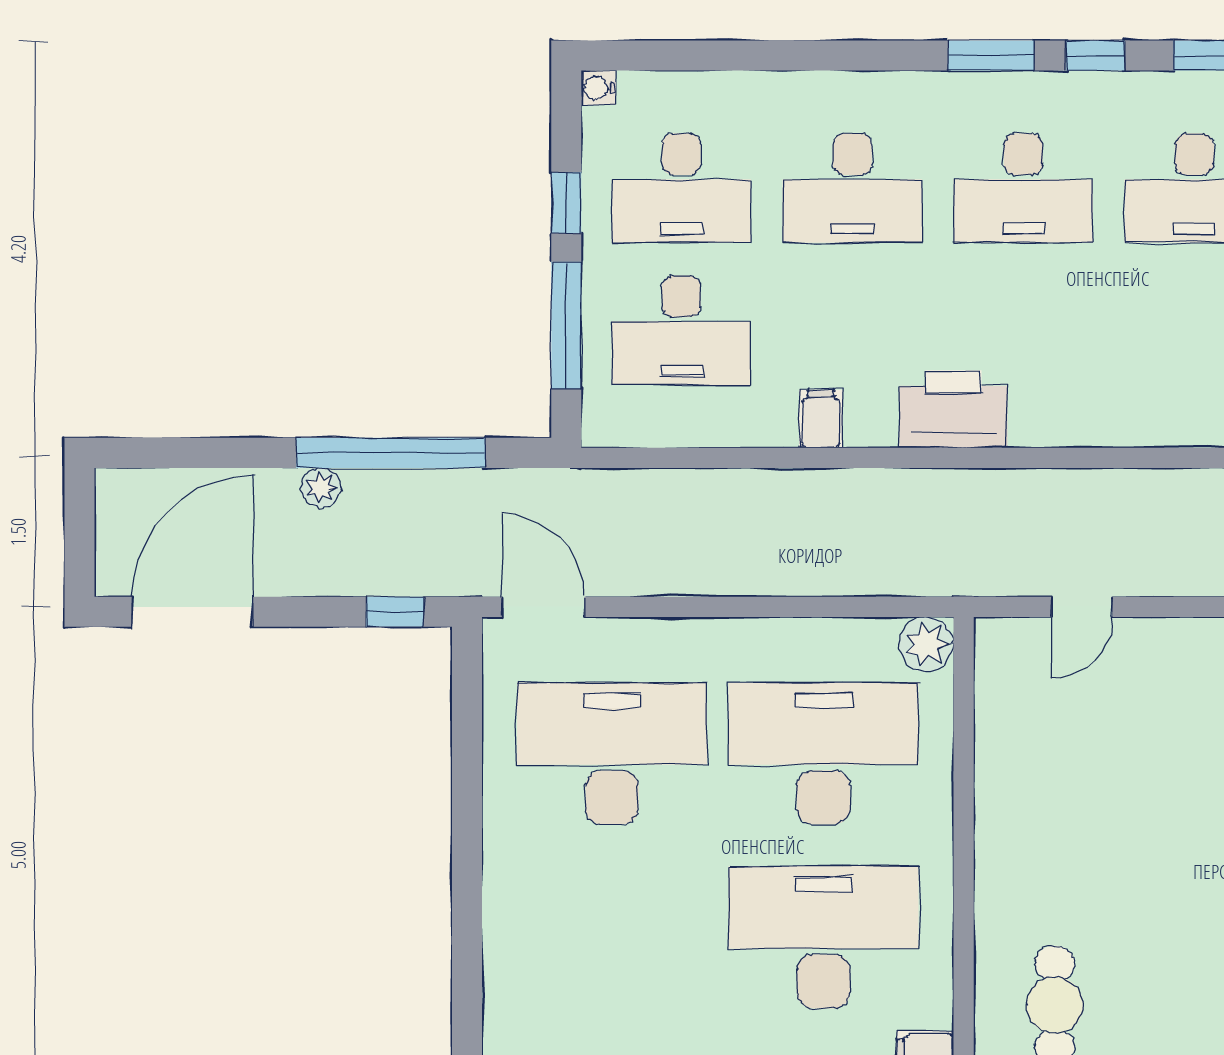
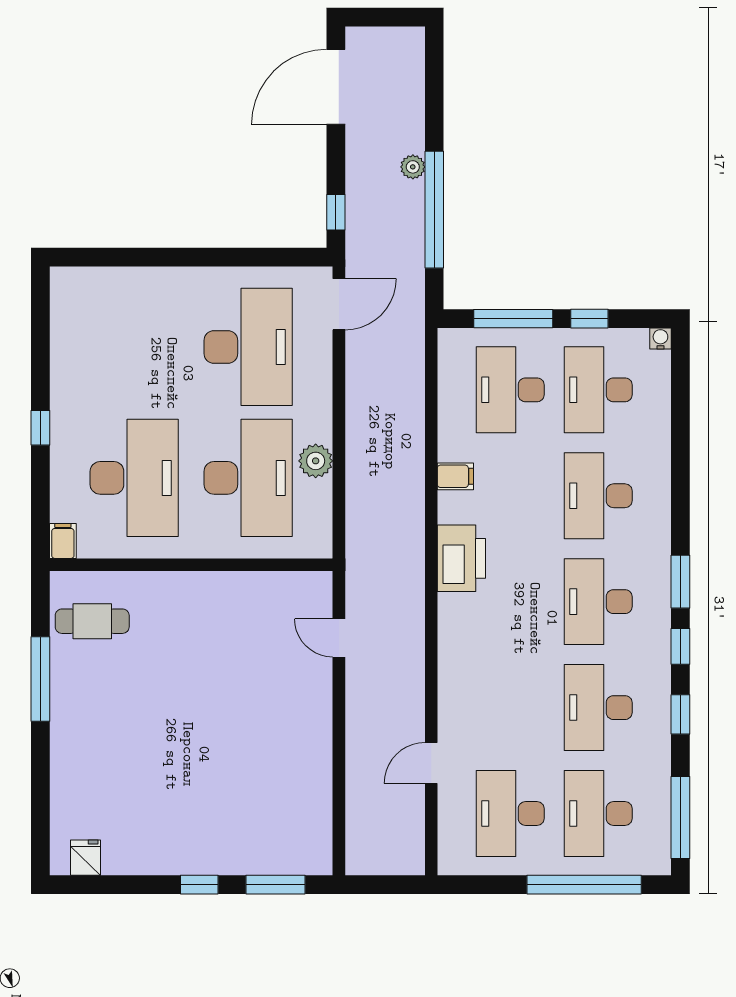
door: (192, 612) -> (336, 87), swing flipped
plant: (926, 644) -> (316, 461), moved

